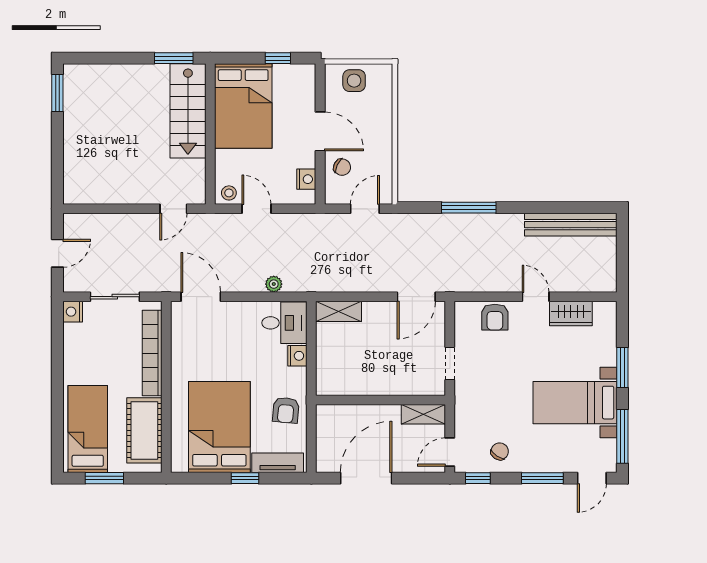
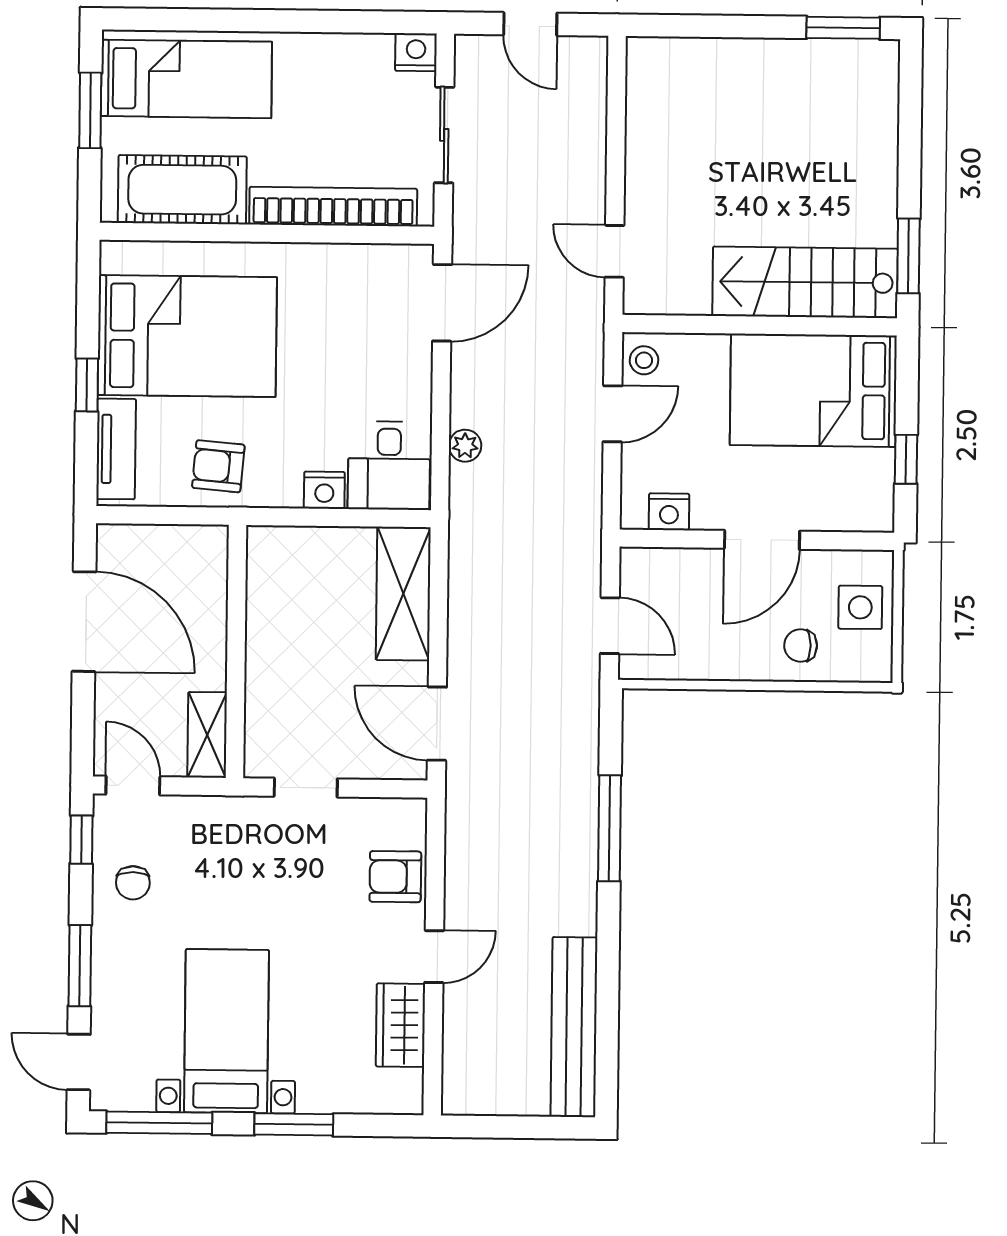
chair: (342, 167) -> (801, 646), moved, turned 64
shelving: (339, 311) -> (403, 594), width x1.50, depth x1.33
chair: (500, 451) -> (133, 883), turned 56

